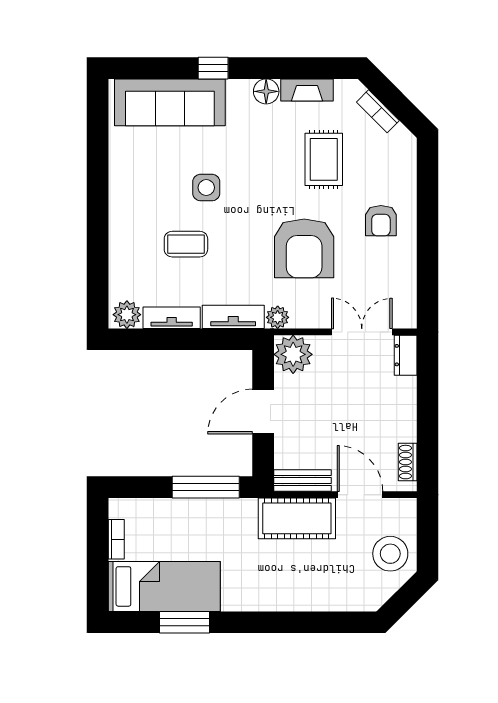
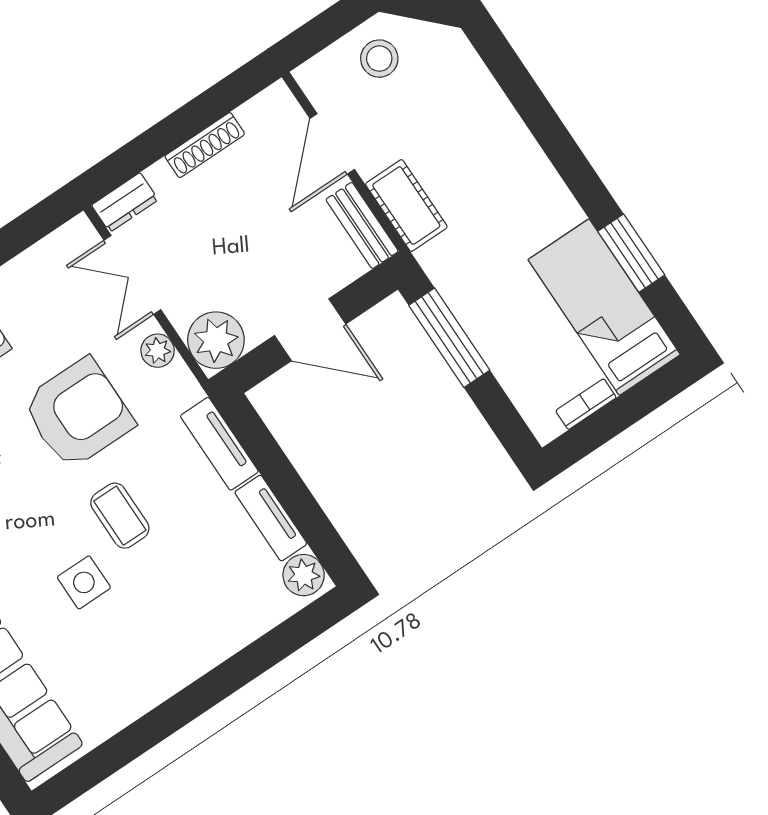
coffee table: (186, 244) -> (120, 516), moved
plant: (278, 317) -> (158, 351), moved
shoe rack: (408, 462) -> (205, 145), moved, width x1.43
cot: (297, 518) -> (406, 206), width x0.73, depth x0.75
stool: (390, 554) -> (379, 59), width x0.73, depth x0.73

